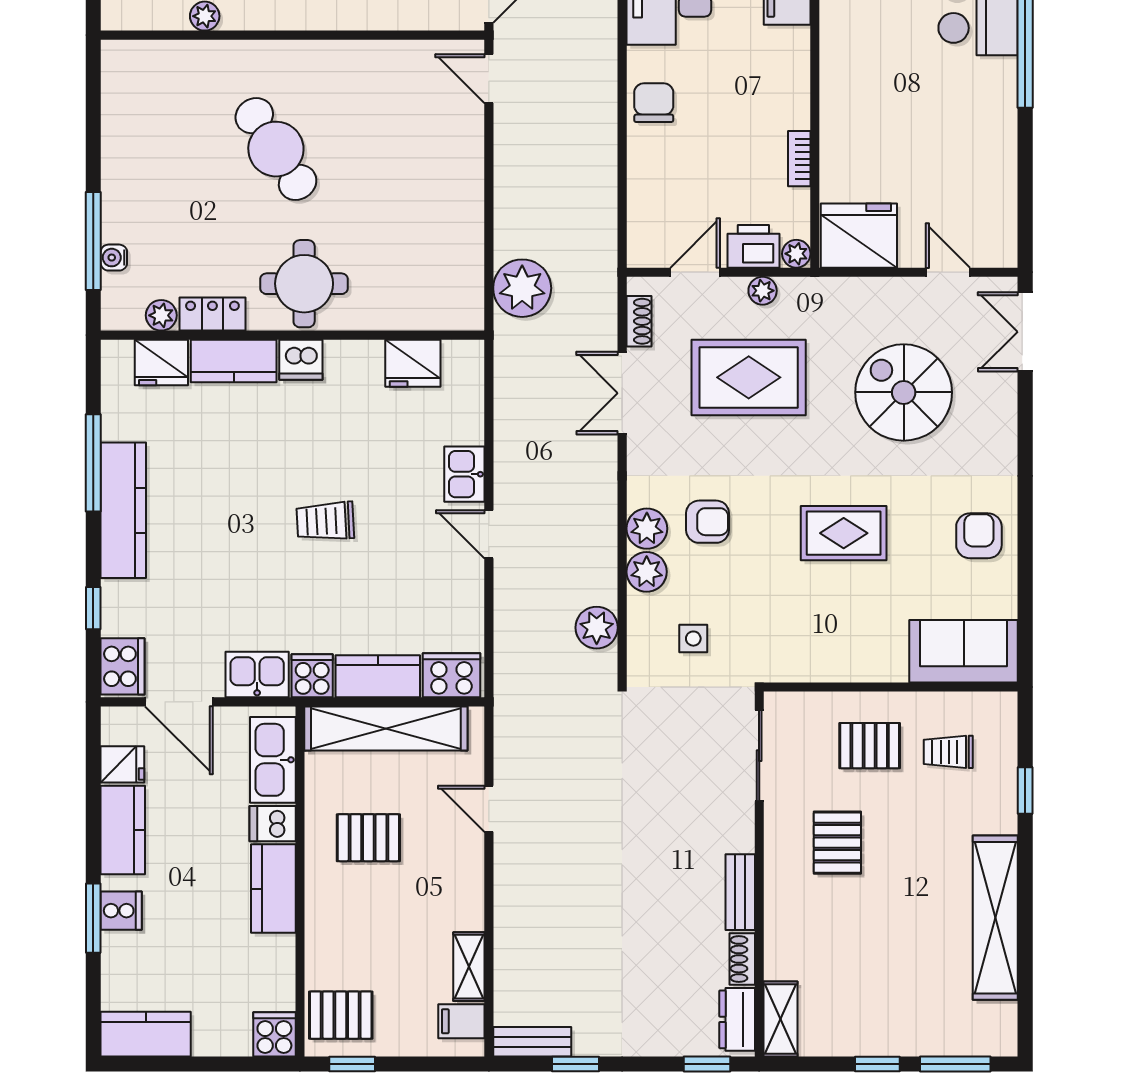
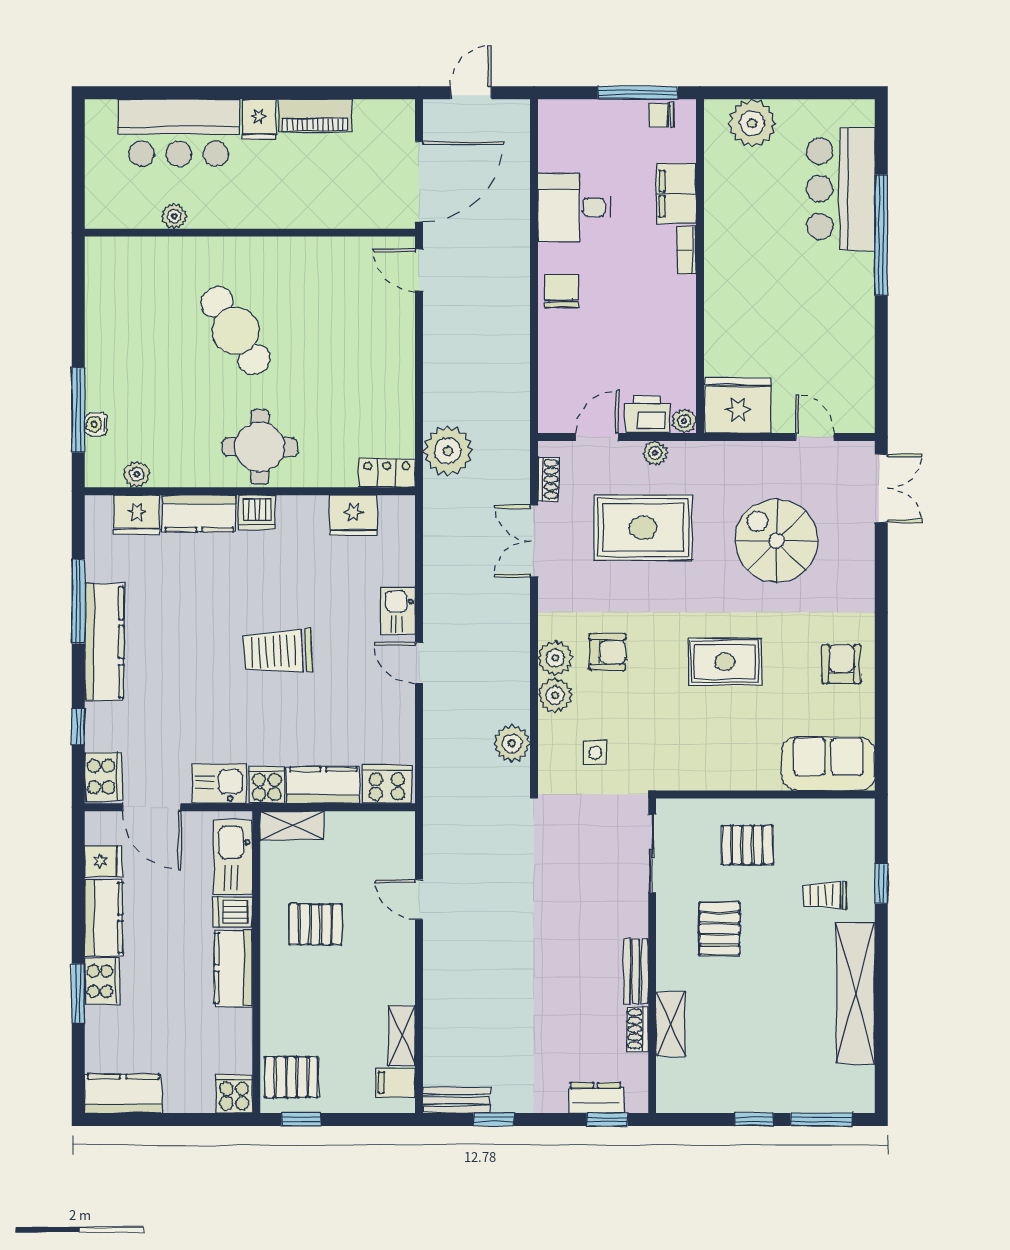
bookcase: (799, 159) -> (687, 250), moved
locker: (212, 314) -> (387, 473), moved
double door: (1025, 332) -> (881, 488), swing flipped
trolley: (325, 521) -> (278, 651), width x1.36, depth x1.39
shelving: (386, 728) -> (292, 825), width x0.45, depth x0.75
trolley: (948, 752) -> (825, 895), moved
cooker: (121, 911) -> (102, 981), width x1.36
dresser: (737, 1019) -> (596, 1098), moved, turned 90
shelving: (781, 1019) -> (671, 1024), moved

